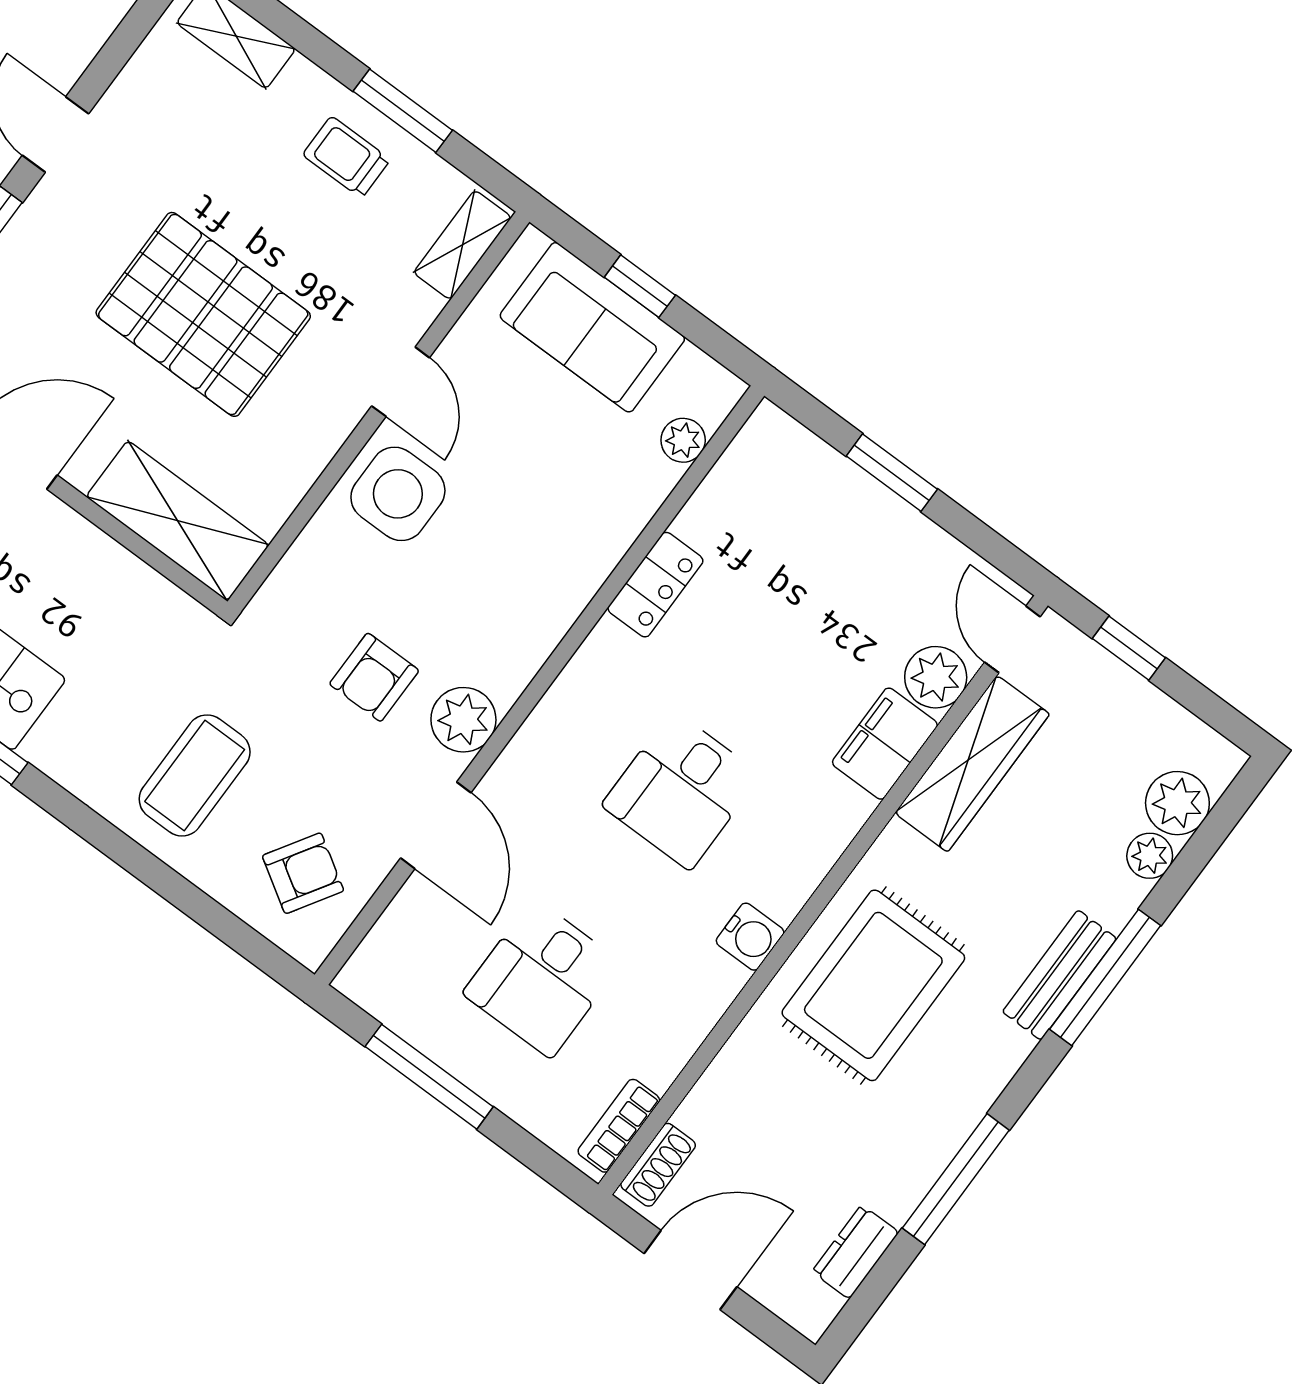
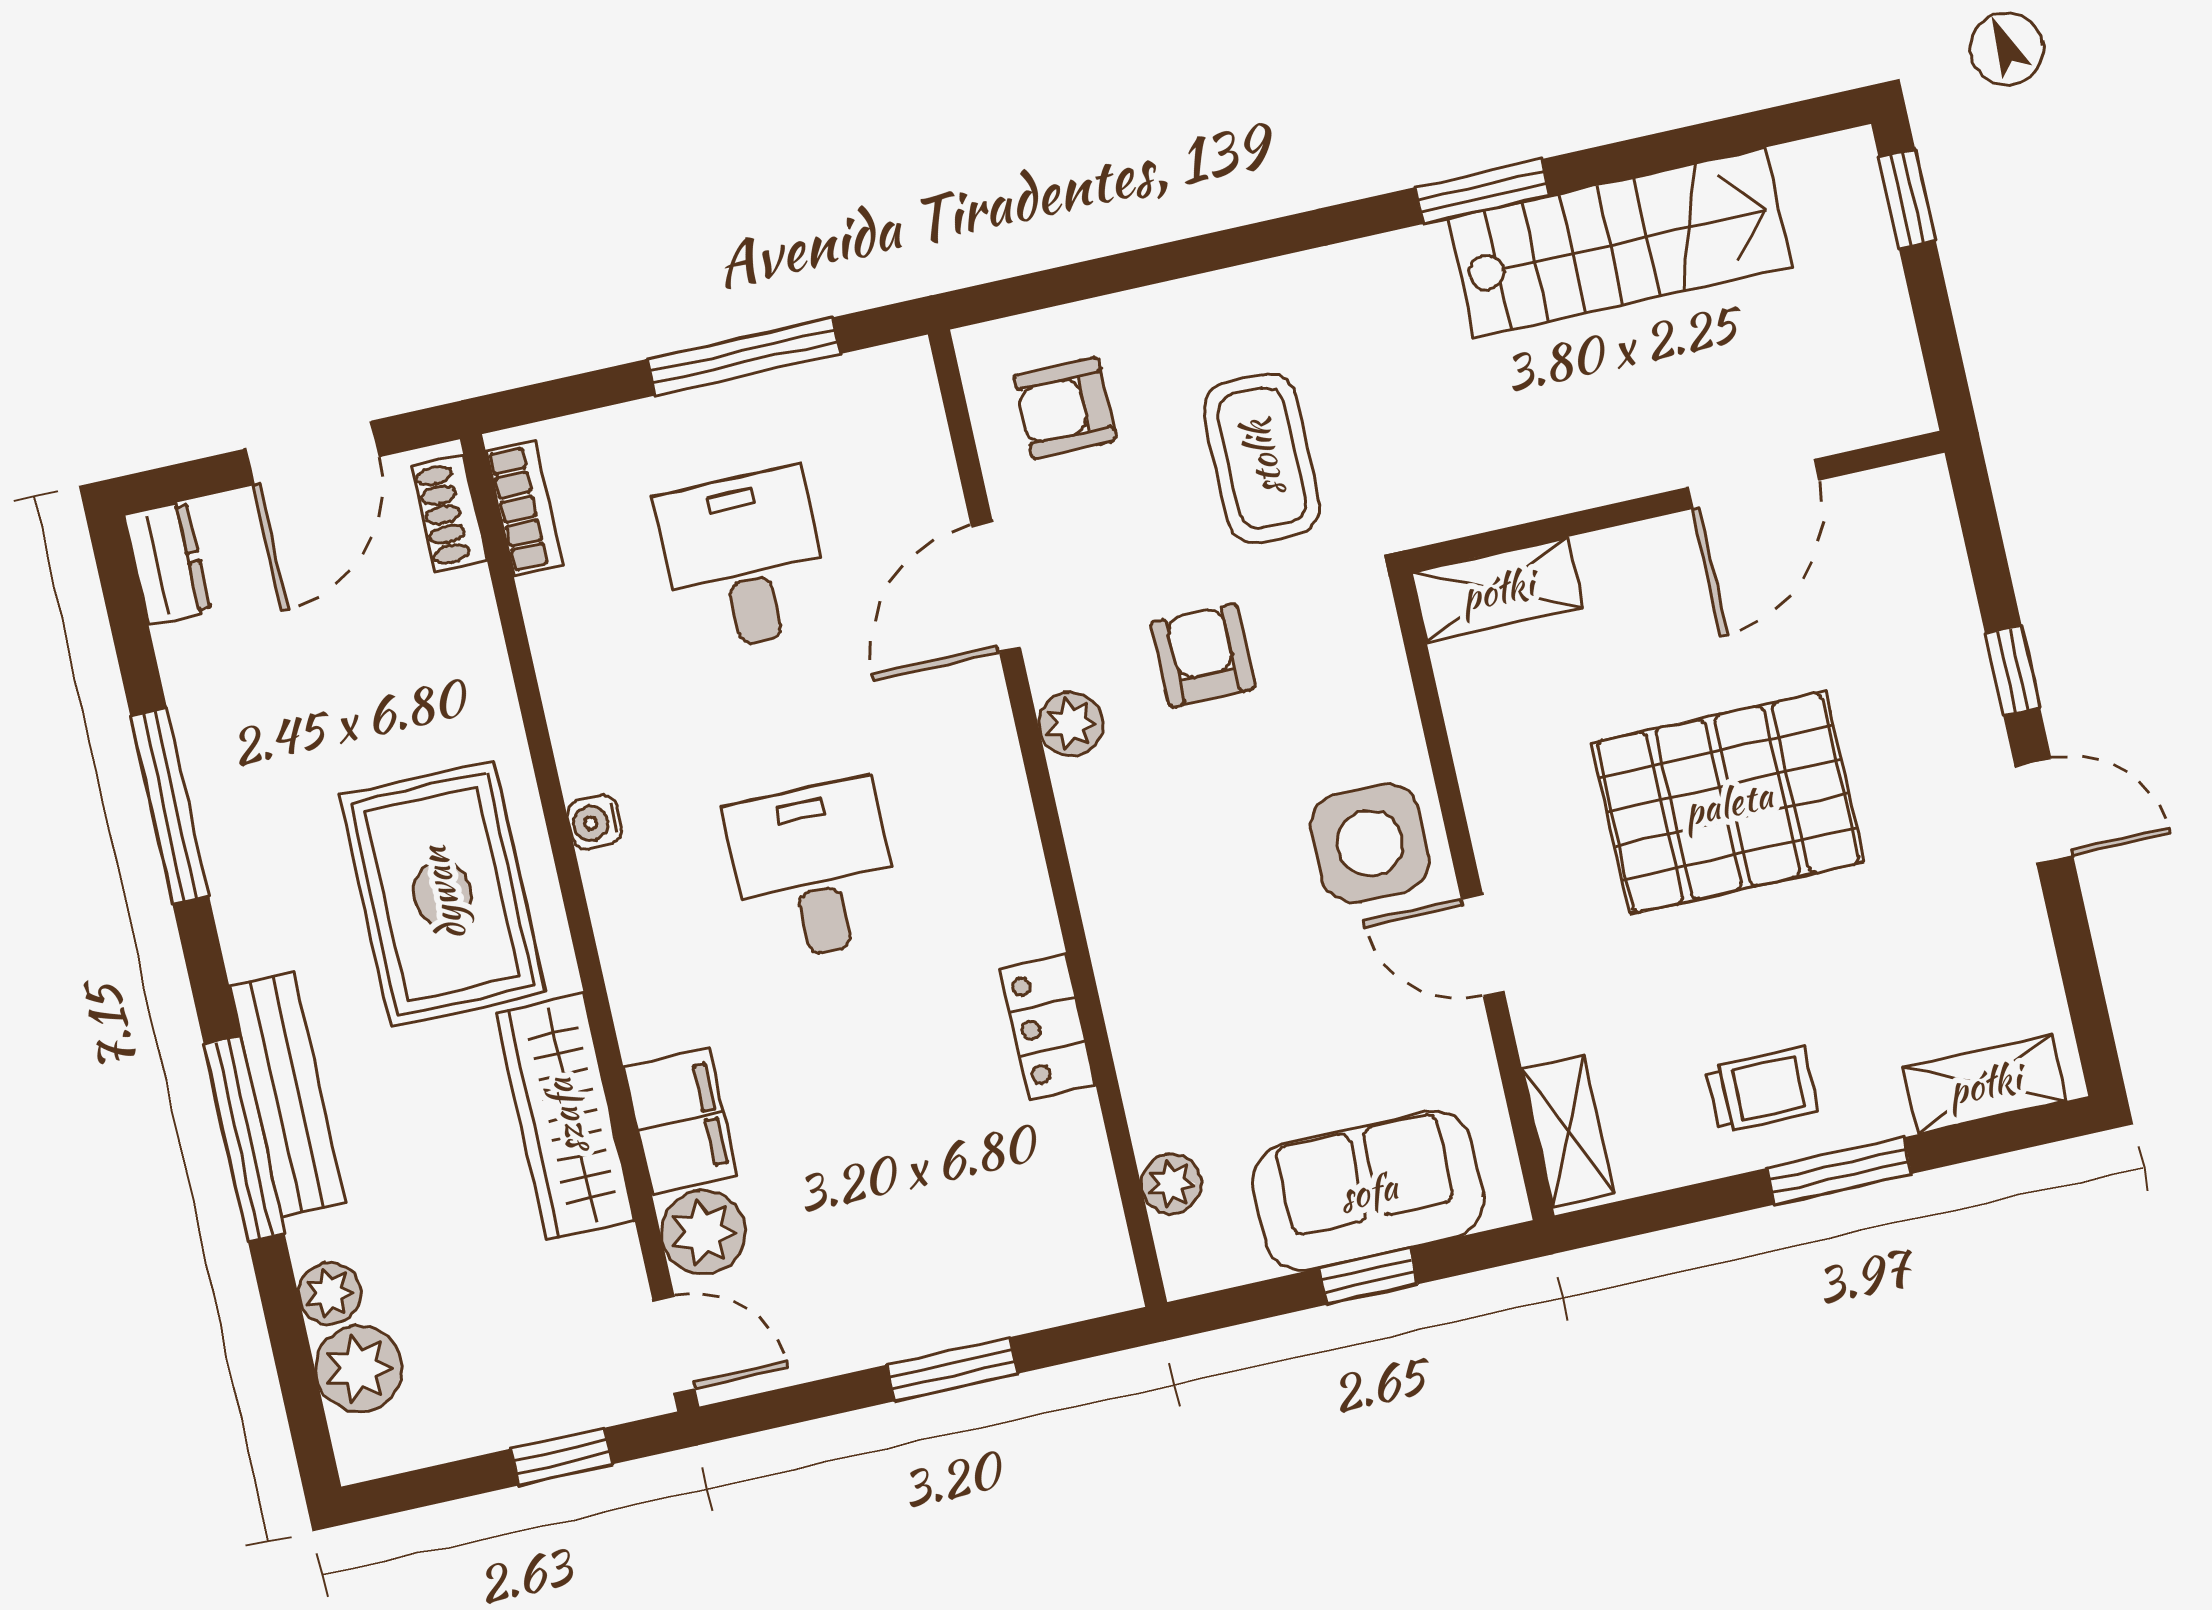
window: (403, 111) -> (1839, 1171), moved
shelving: (178, 521) -> (1497, 590), width x0.67, depth x0.75
plant: (463, 720) -> (1071, 724), width x0.73, depth x0.73
wardrobe: (972, 764) -> (565, 1117), moved
coffee table: (195, 775) -> (1262, 458), moved
door: (436, 825) -> (996, 587), hinge flipped
armchair: (303, 873) -> (1065, 408), turned 58
water cooler: (750, 937) -> (595, 822), width x0.72, depth x0.72
bench: (1059, 975) -> (287, 1094), width x1.36
dresser: (855, 1252) -> (168, 563), moved

